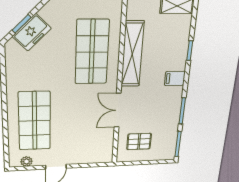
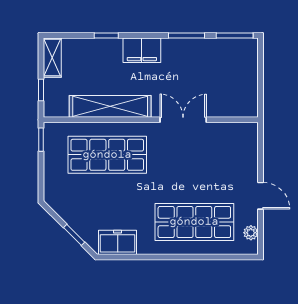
freezer: (32, 32) -> (118, 242), moved, turned -45
filing cabinet: (175, 78) -> (142, 50), width x2.00
double door: (118, 110) -> (183, 120), swing flipped
pallet: (139, 141) -> (228, 89), removed

